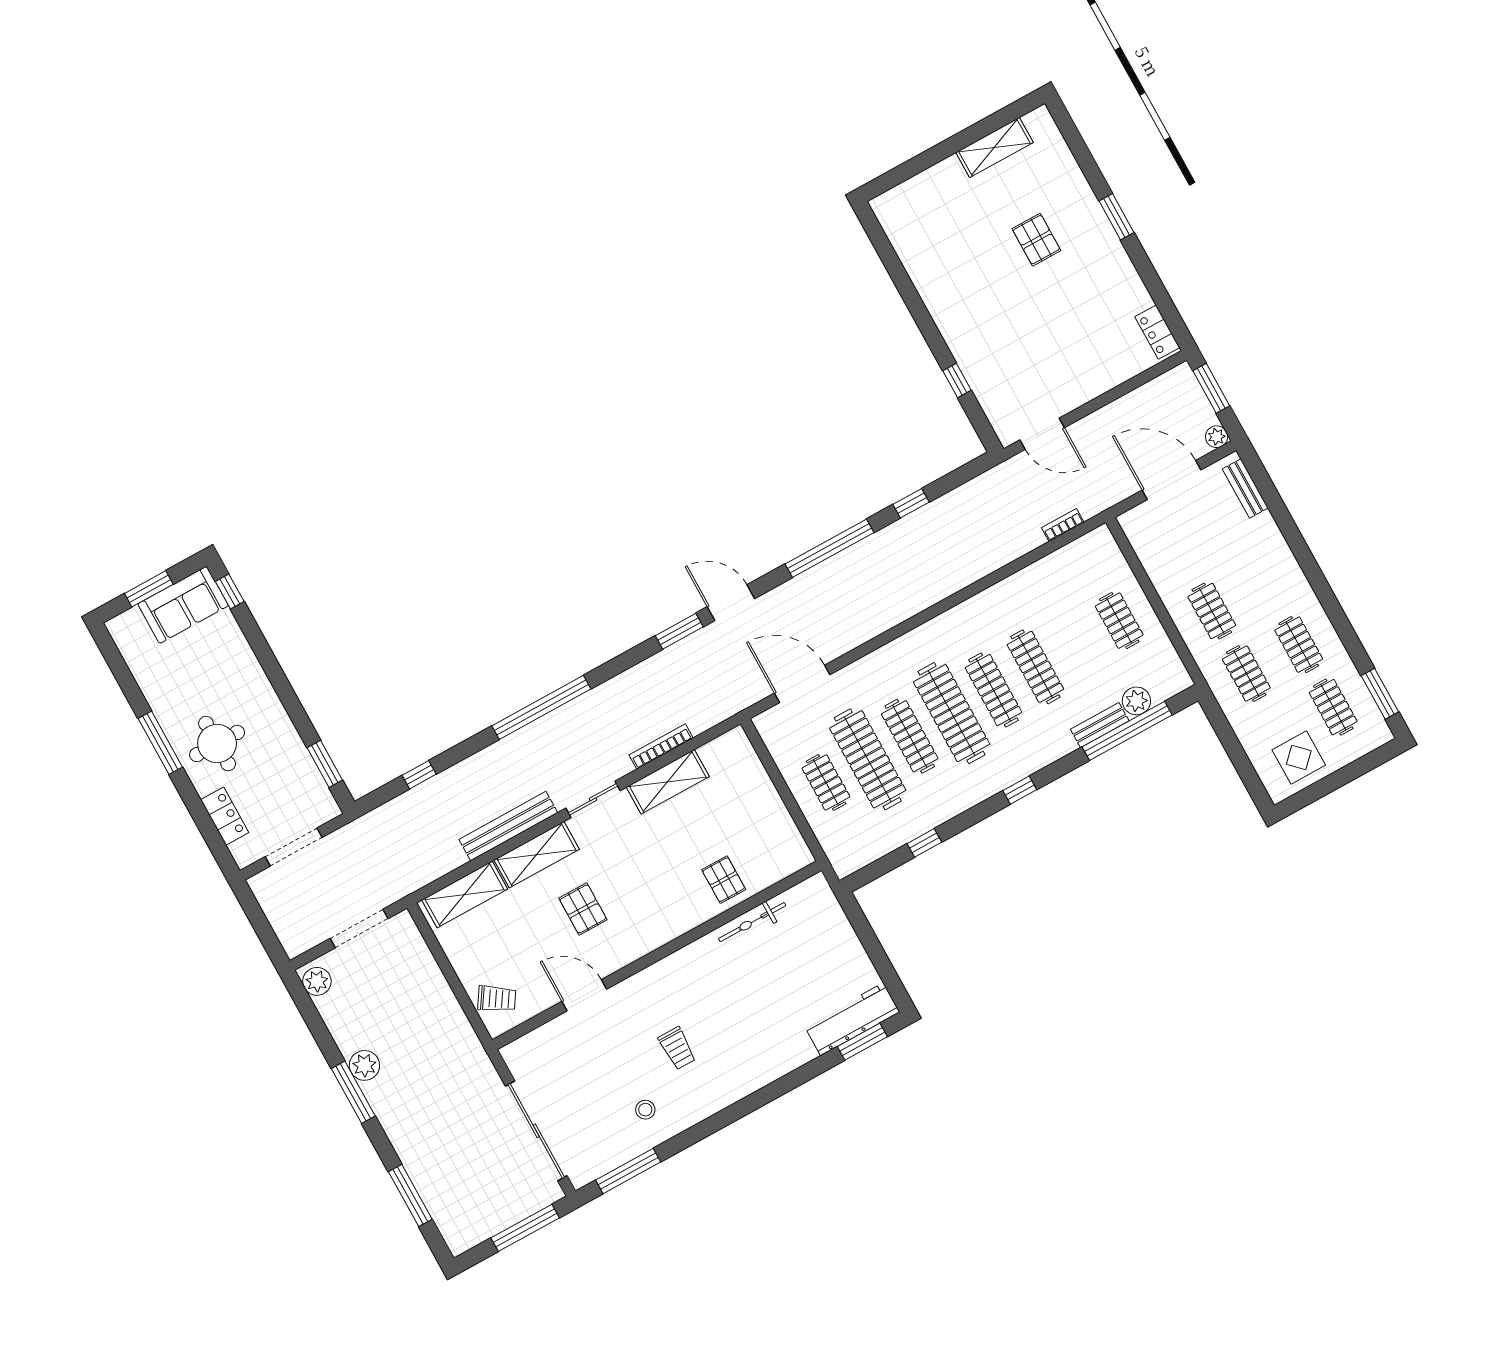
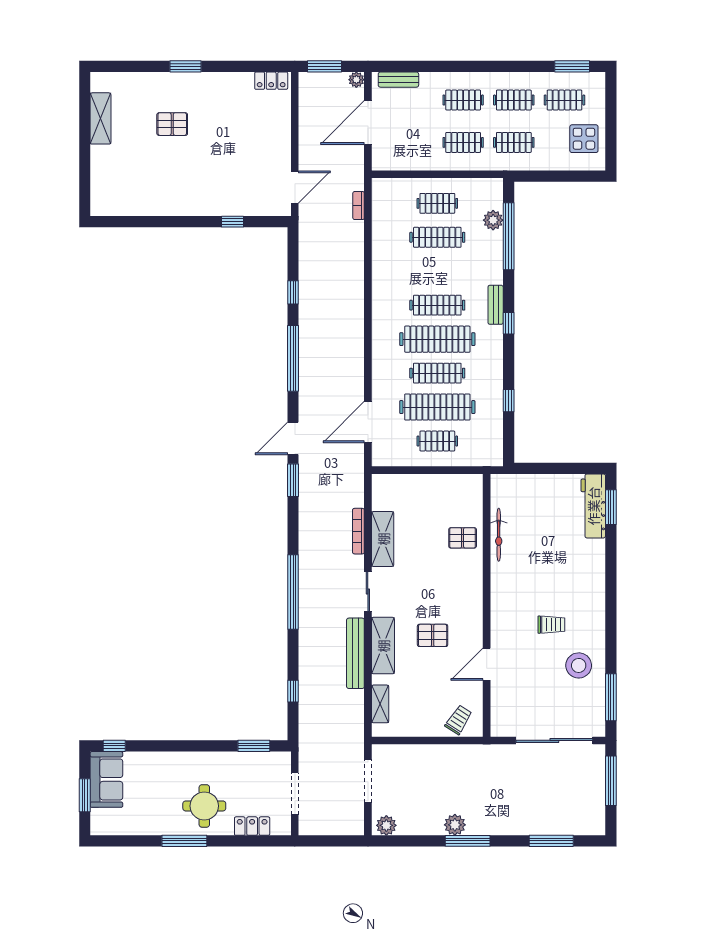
clothes rail: (1264, 582) -> (463, 100), added
clothes rail: (1035, 667) -> (437, 237), moved
bench: (1100, 725) -> (496, 305), moved
shelving: (465, 894) -> (380, 704), width x0.67, depth x0.75
stool: (645, 1110) -> (579, 665), width x1.89, depth x1.89

